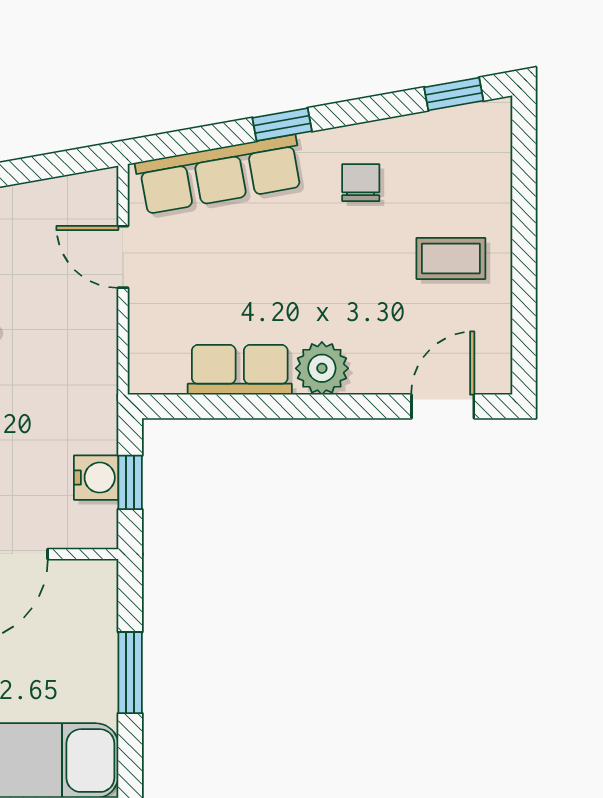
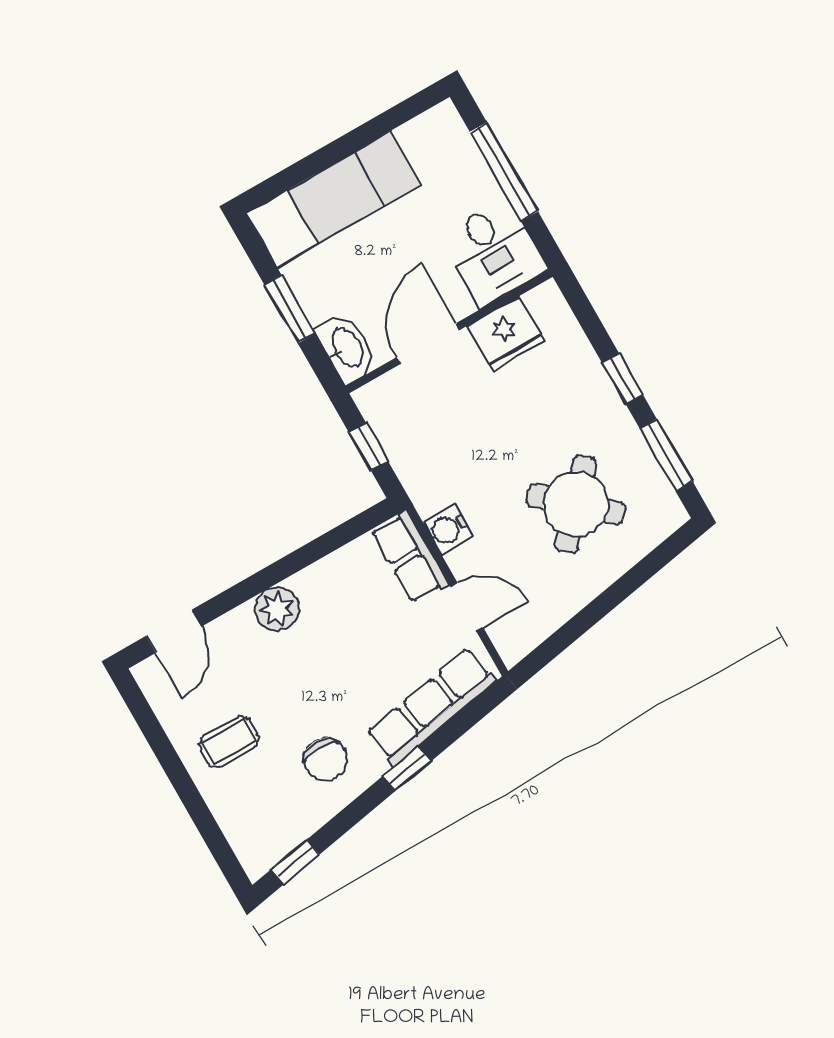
chair: (361, 183) -> (326, 759), width x1.37, depth x1.37
row of seats: (240, 370) -> (410, 557), moved, turned 90
water cooler: (96, 478) -> (448, 529), moved
washbasin: (94, 598) -> (346, 348), added

